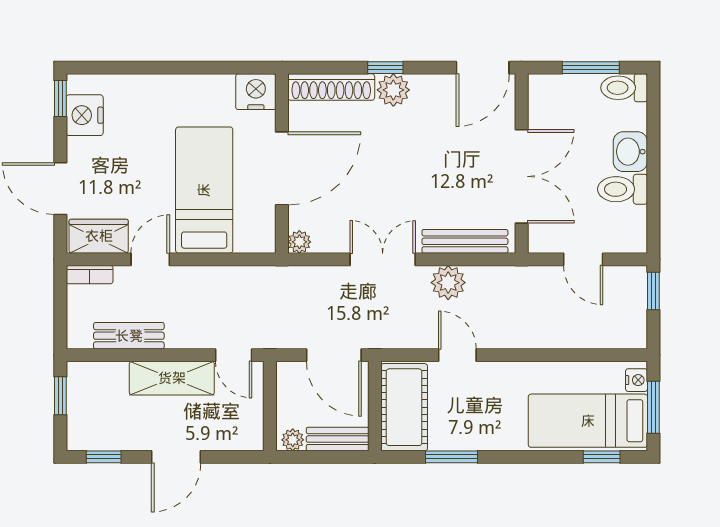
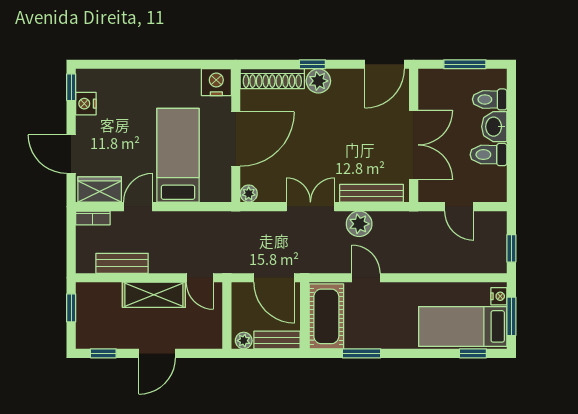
toilet: (624, 88) -> (490, 99), moved
nightstand: (85, 115) -> (86, 104), width x0.74, depth x0.75
window: (653, 291) -> (511, 248), moved

